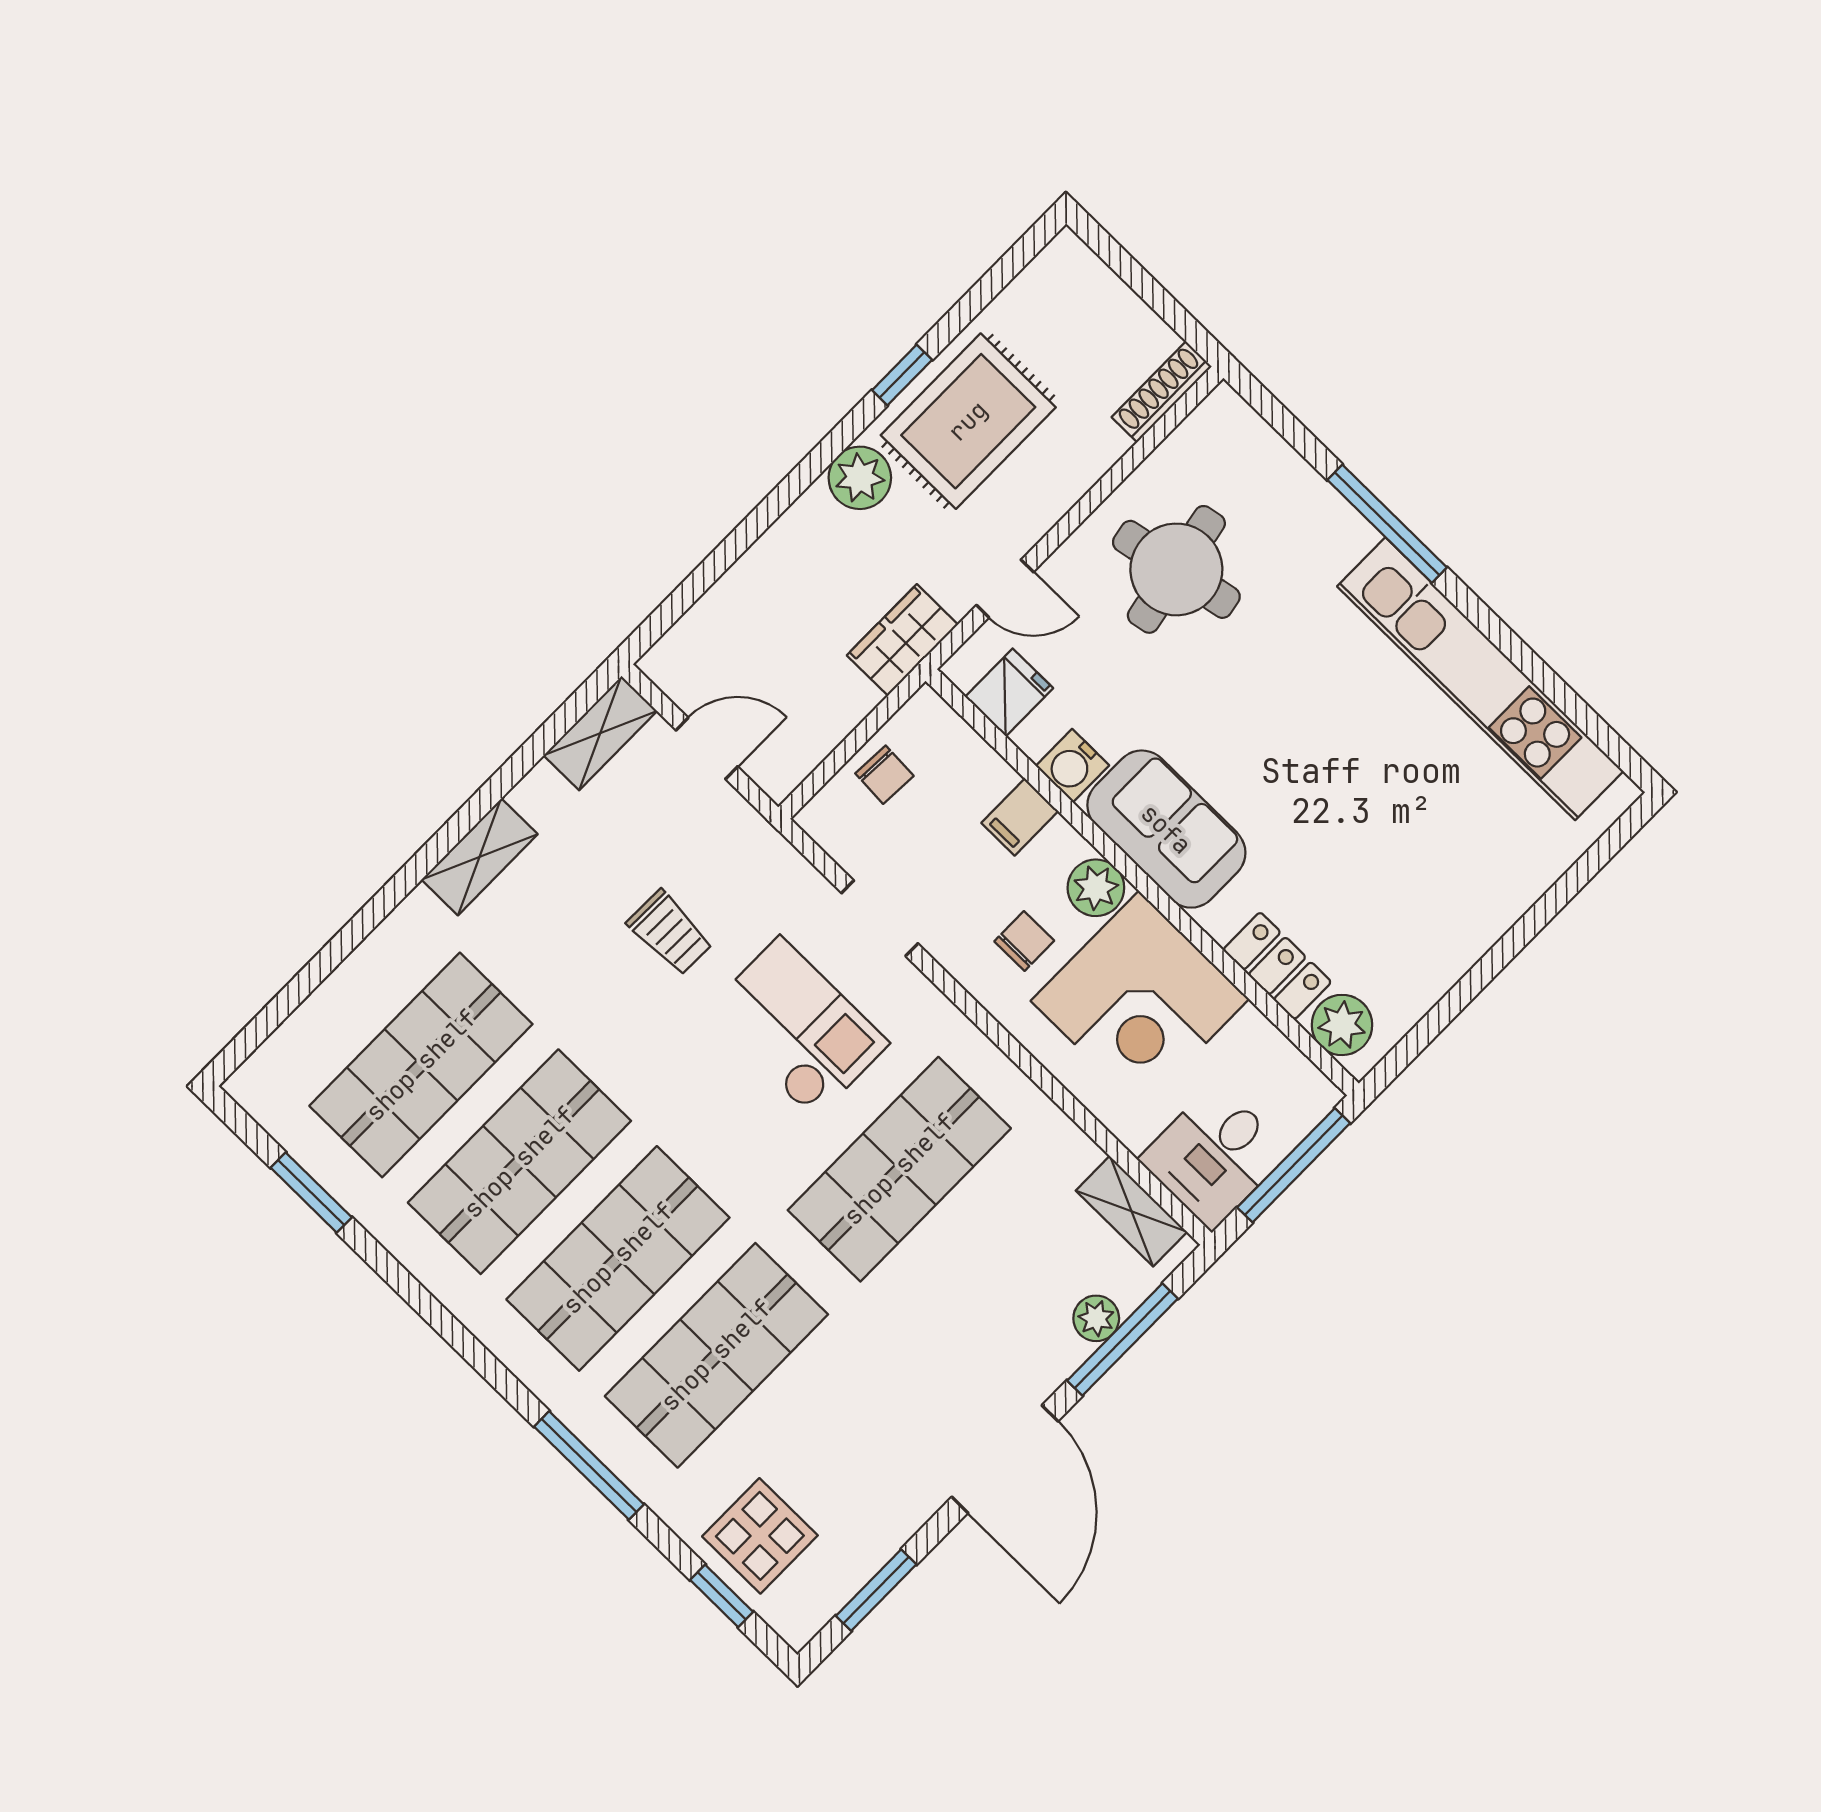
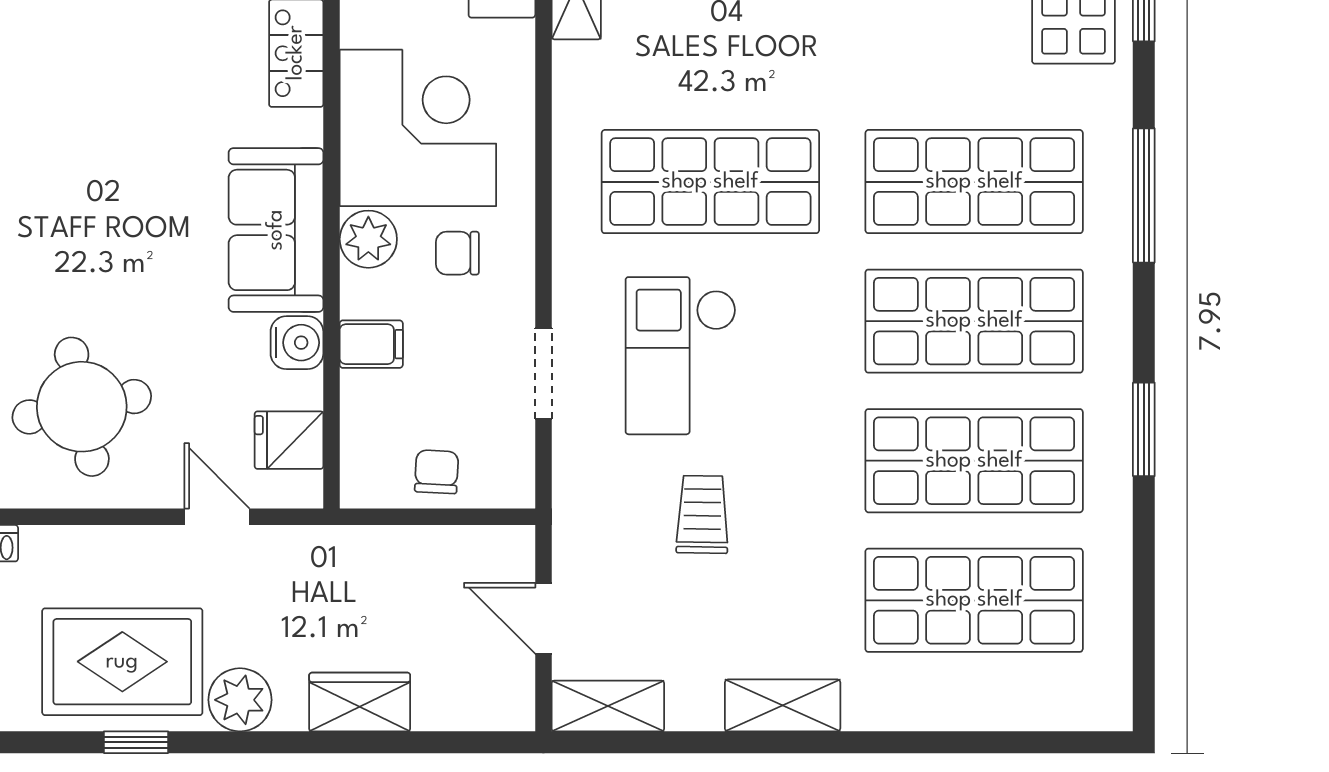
wardrobe: (902, 640) -> (360, 702), moved, turned 180
window: (311, 1192) -> (1144, 429), moved

